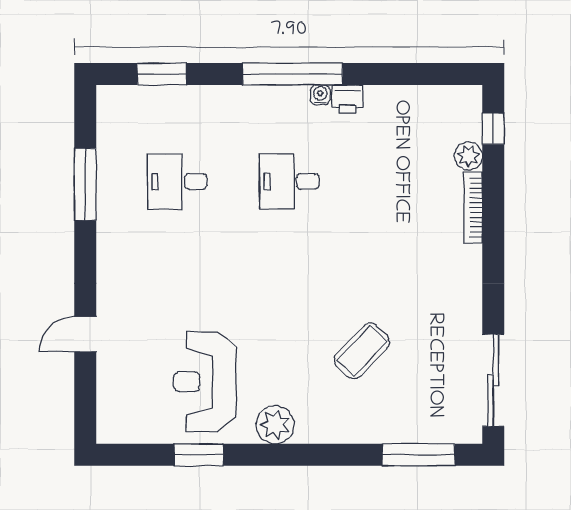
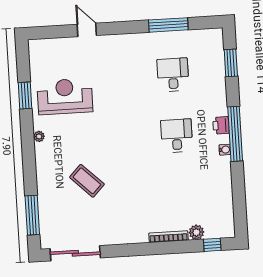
printer: (348, 99) -> (221, 125), moved
plant: (275, 425) -> (39, 136), width x0.53, depth x0.53

